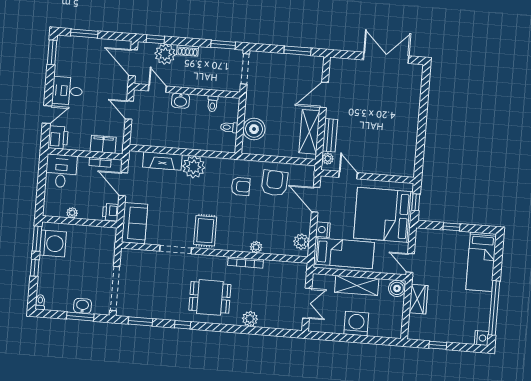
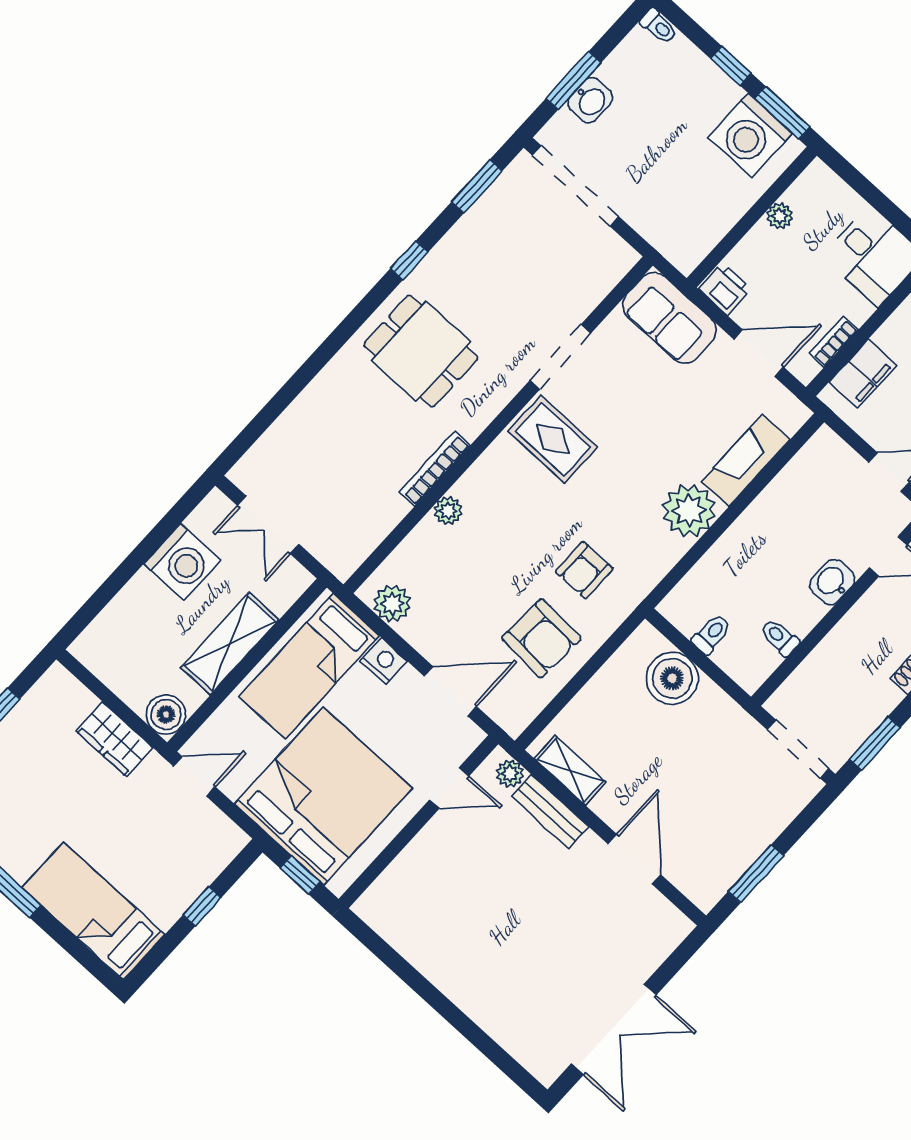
shelving: (309, 132) -> (570, 770), width x0.67, depth x0.75
dining table: (210, 297) -> (421, 351), turned 90
plant: (250, 319) -> (323, 395), removed
washing machine: (356, 324) -> (182, 562), moved

